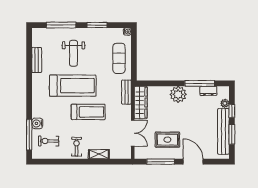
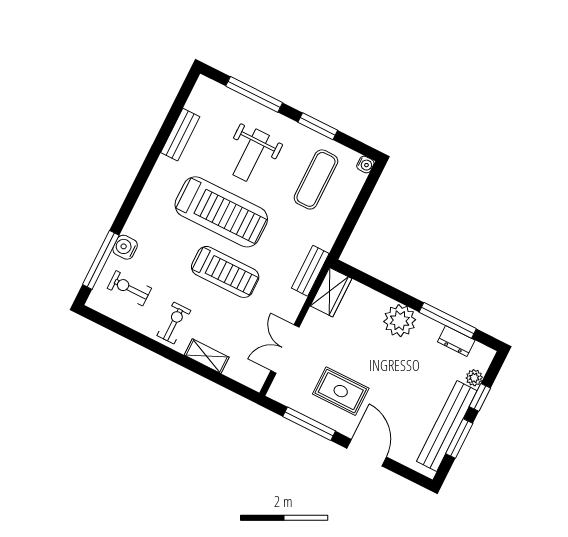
exercise mat: (119, 58) -> (316, 179), moved
wardrobe: (141, 103) -> (331, 292), width x0.67
double door: (133, 133) -> (285, 349), swing flipped

